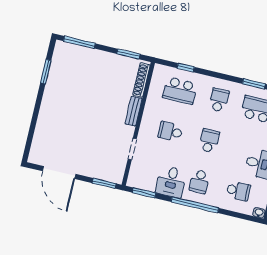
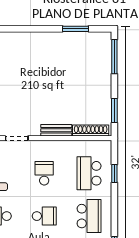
school desk: (219, 100) -> (89, 216), width x1.85

